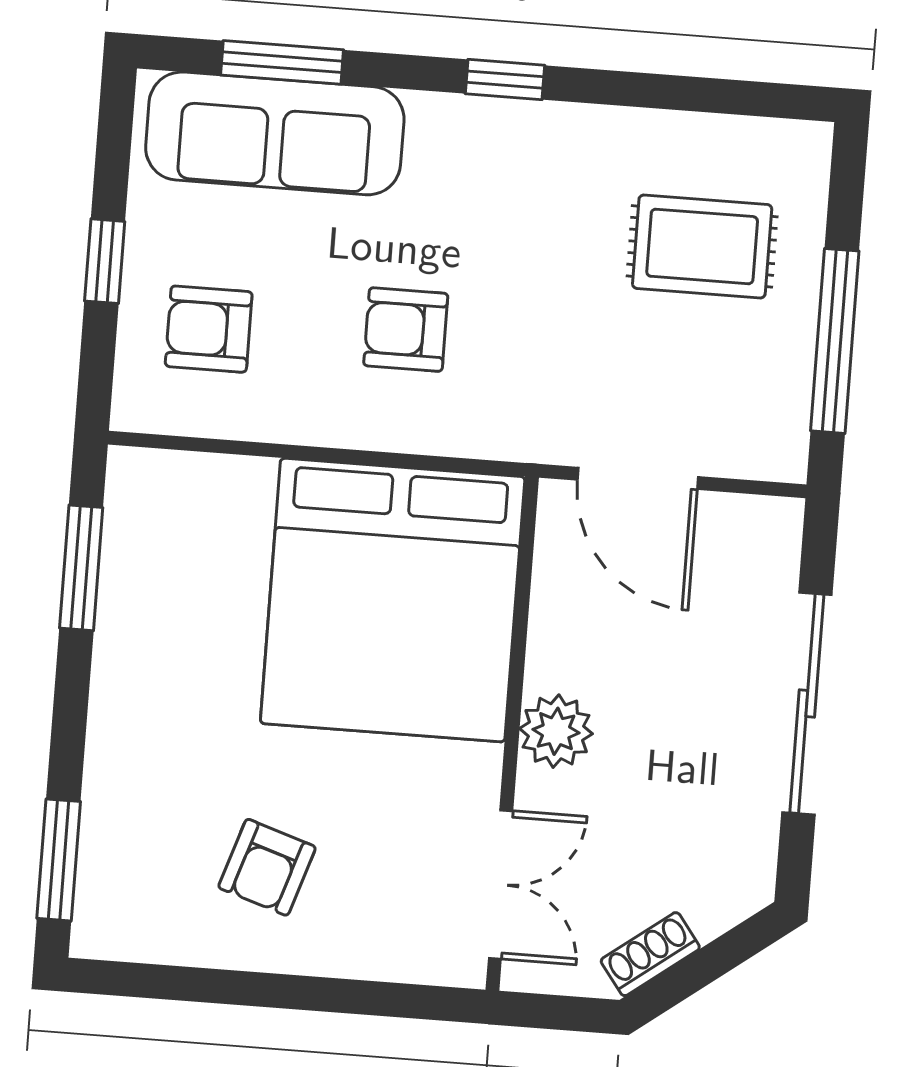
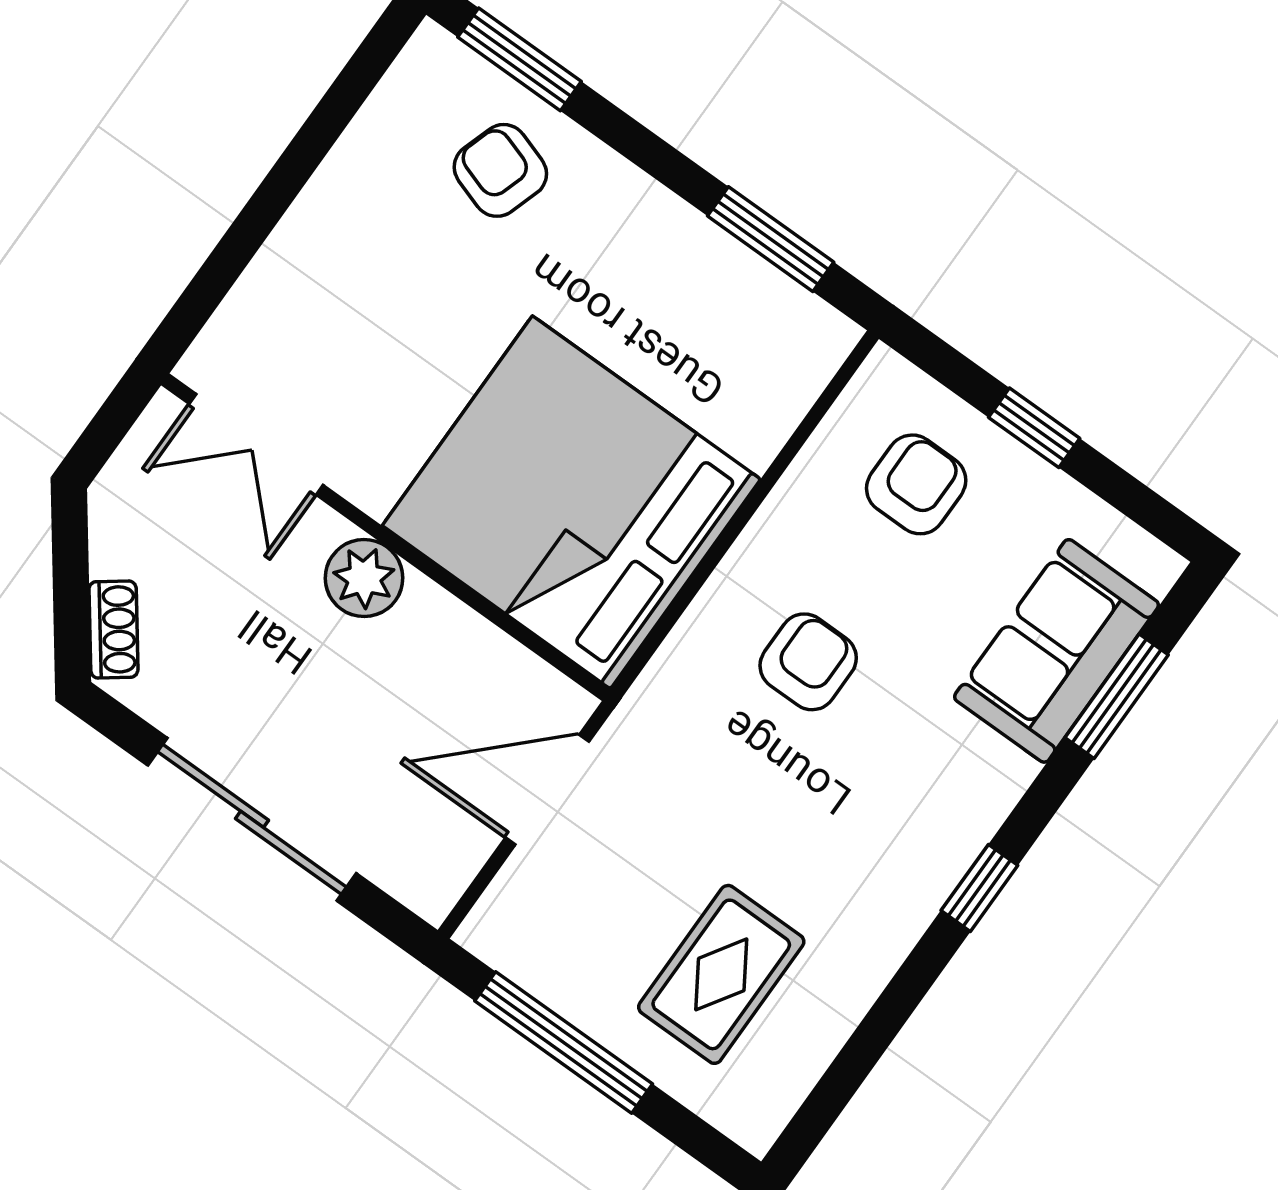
sofa: (275, 133) -> (1056, 651), width x0.73
armchair: (267, 867) -> (500, 170), moved
shoe rack: (650, 954) -> (113, 629), moved

